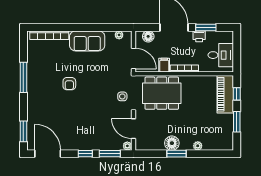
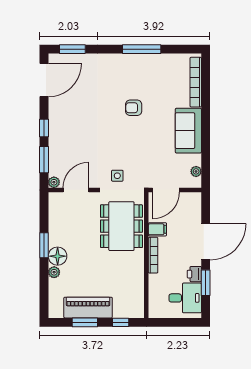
floor lamp: (148, 36) -> (194, 209), removed
desk: (221, 55) -> (185, 298), moved, turned -90
piano: (225, 94) -> (88, 308), moved
floor lamp: (172, 143) -> (58, 256), moved

